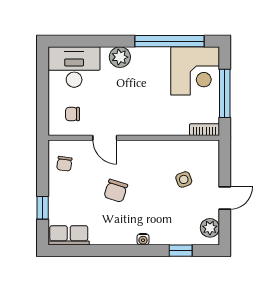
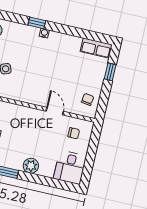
desk: (74, 67) -> (70, 167), width x0.73
chair: (116, 191) -> (56, 72), removed
window: (181, 251) -> (37, 23), moved

